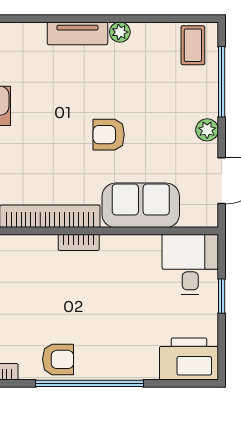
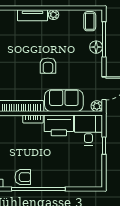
floor lamp: (206, 97) -> (96, 47), added
plant: (207, 130) -> (97, 106), moved
armchair: (109, 135) -> (48, 66), turned -90
printer: (189, 359) -> (59, 125), moved, turned 180

